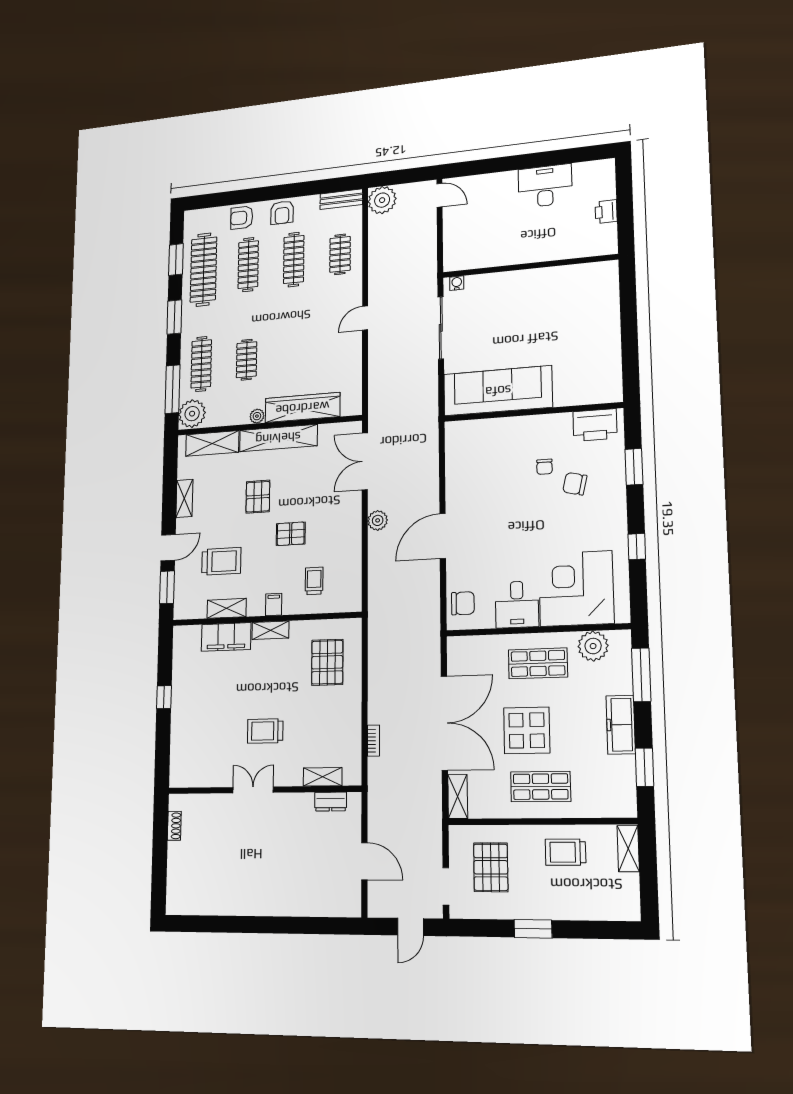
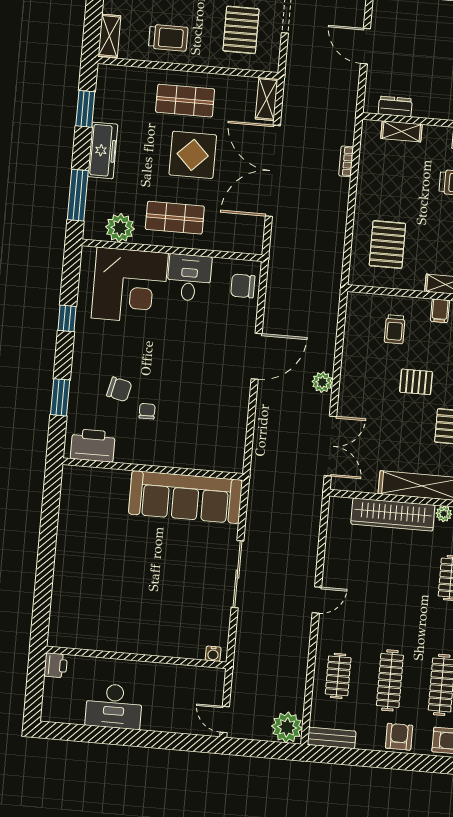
wall: (529, 266) -> (136, 657), moved
water cooler: (457, 283) -> (213, 654), moved

